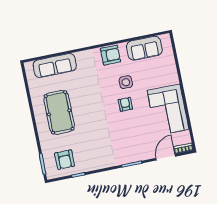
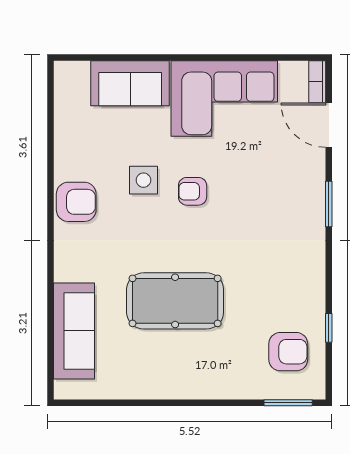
sofa: (144, 48) -> (130, 83), moved, turned 90
armchair: (111, 55) -> (76, 202), turned 90
pool table: (59, 112) -> (175, 301), moved

